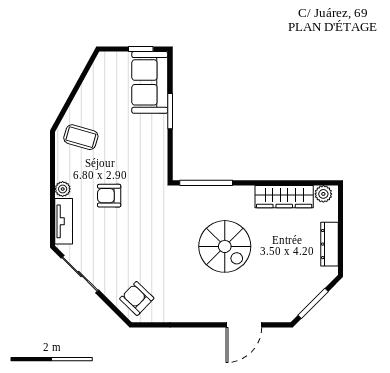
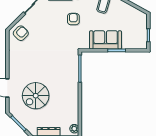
sofa: (150, 82) -> (106, 40), moved
wardrobe: (284, 197) -> (73, 109), removed
spiral stairs: (225, 246) -> (36, 96), moved

